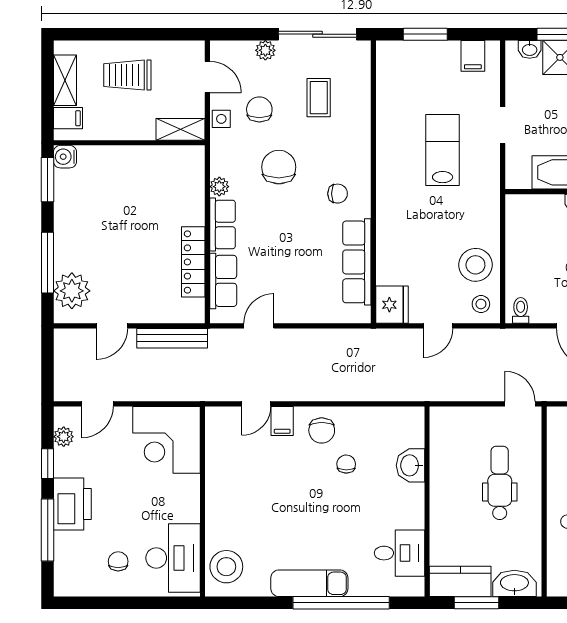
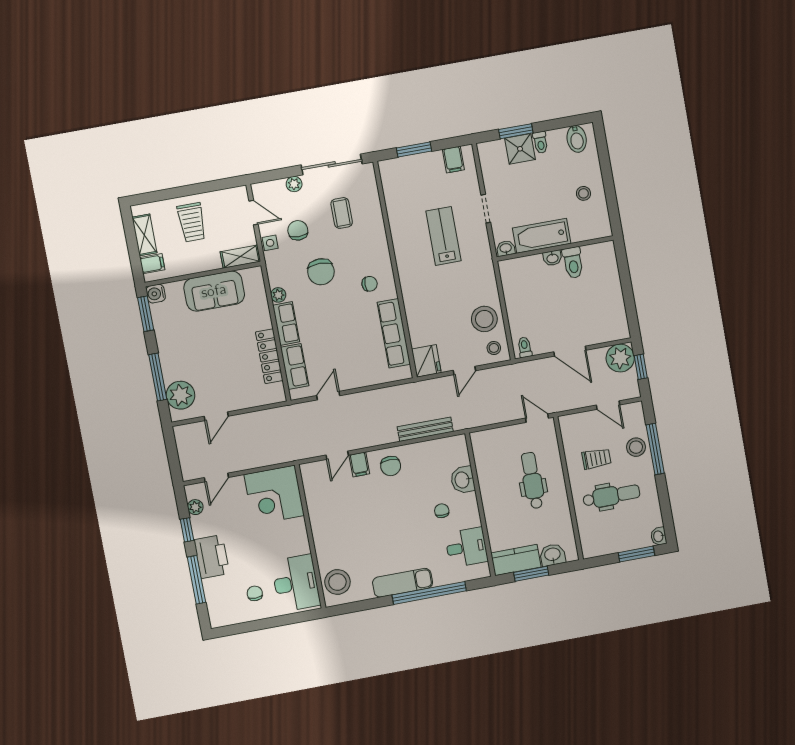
washbasin: (530, 49) -> (506, 248), moved, turned 180
trolley: (127, 75) -> (192, 222), turned -90
sofa: (139, 167) -> (214, 291), added
chair: (279, 167) -> (321, 272), turned 180
bench: (172, 338) -> (425, 429), moved
chair: (346, 464) -> (442, 511), moved
washbasin: (514, 583) -> (553, 555), width x0.72

